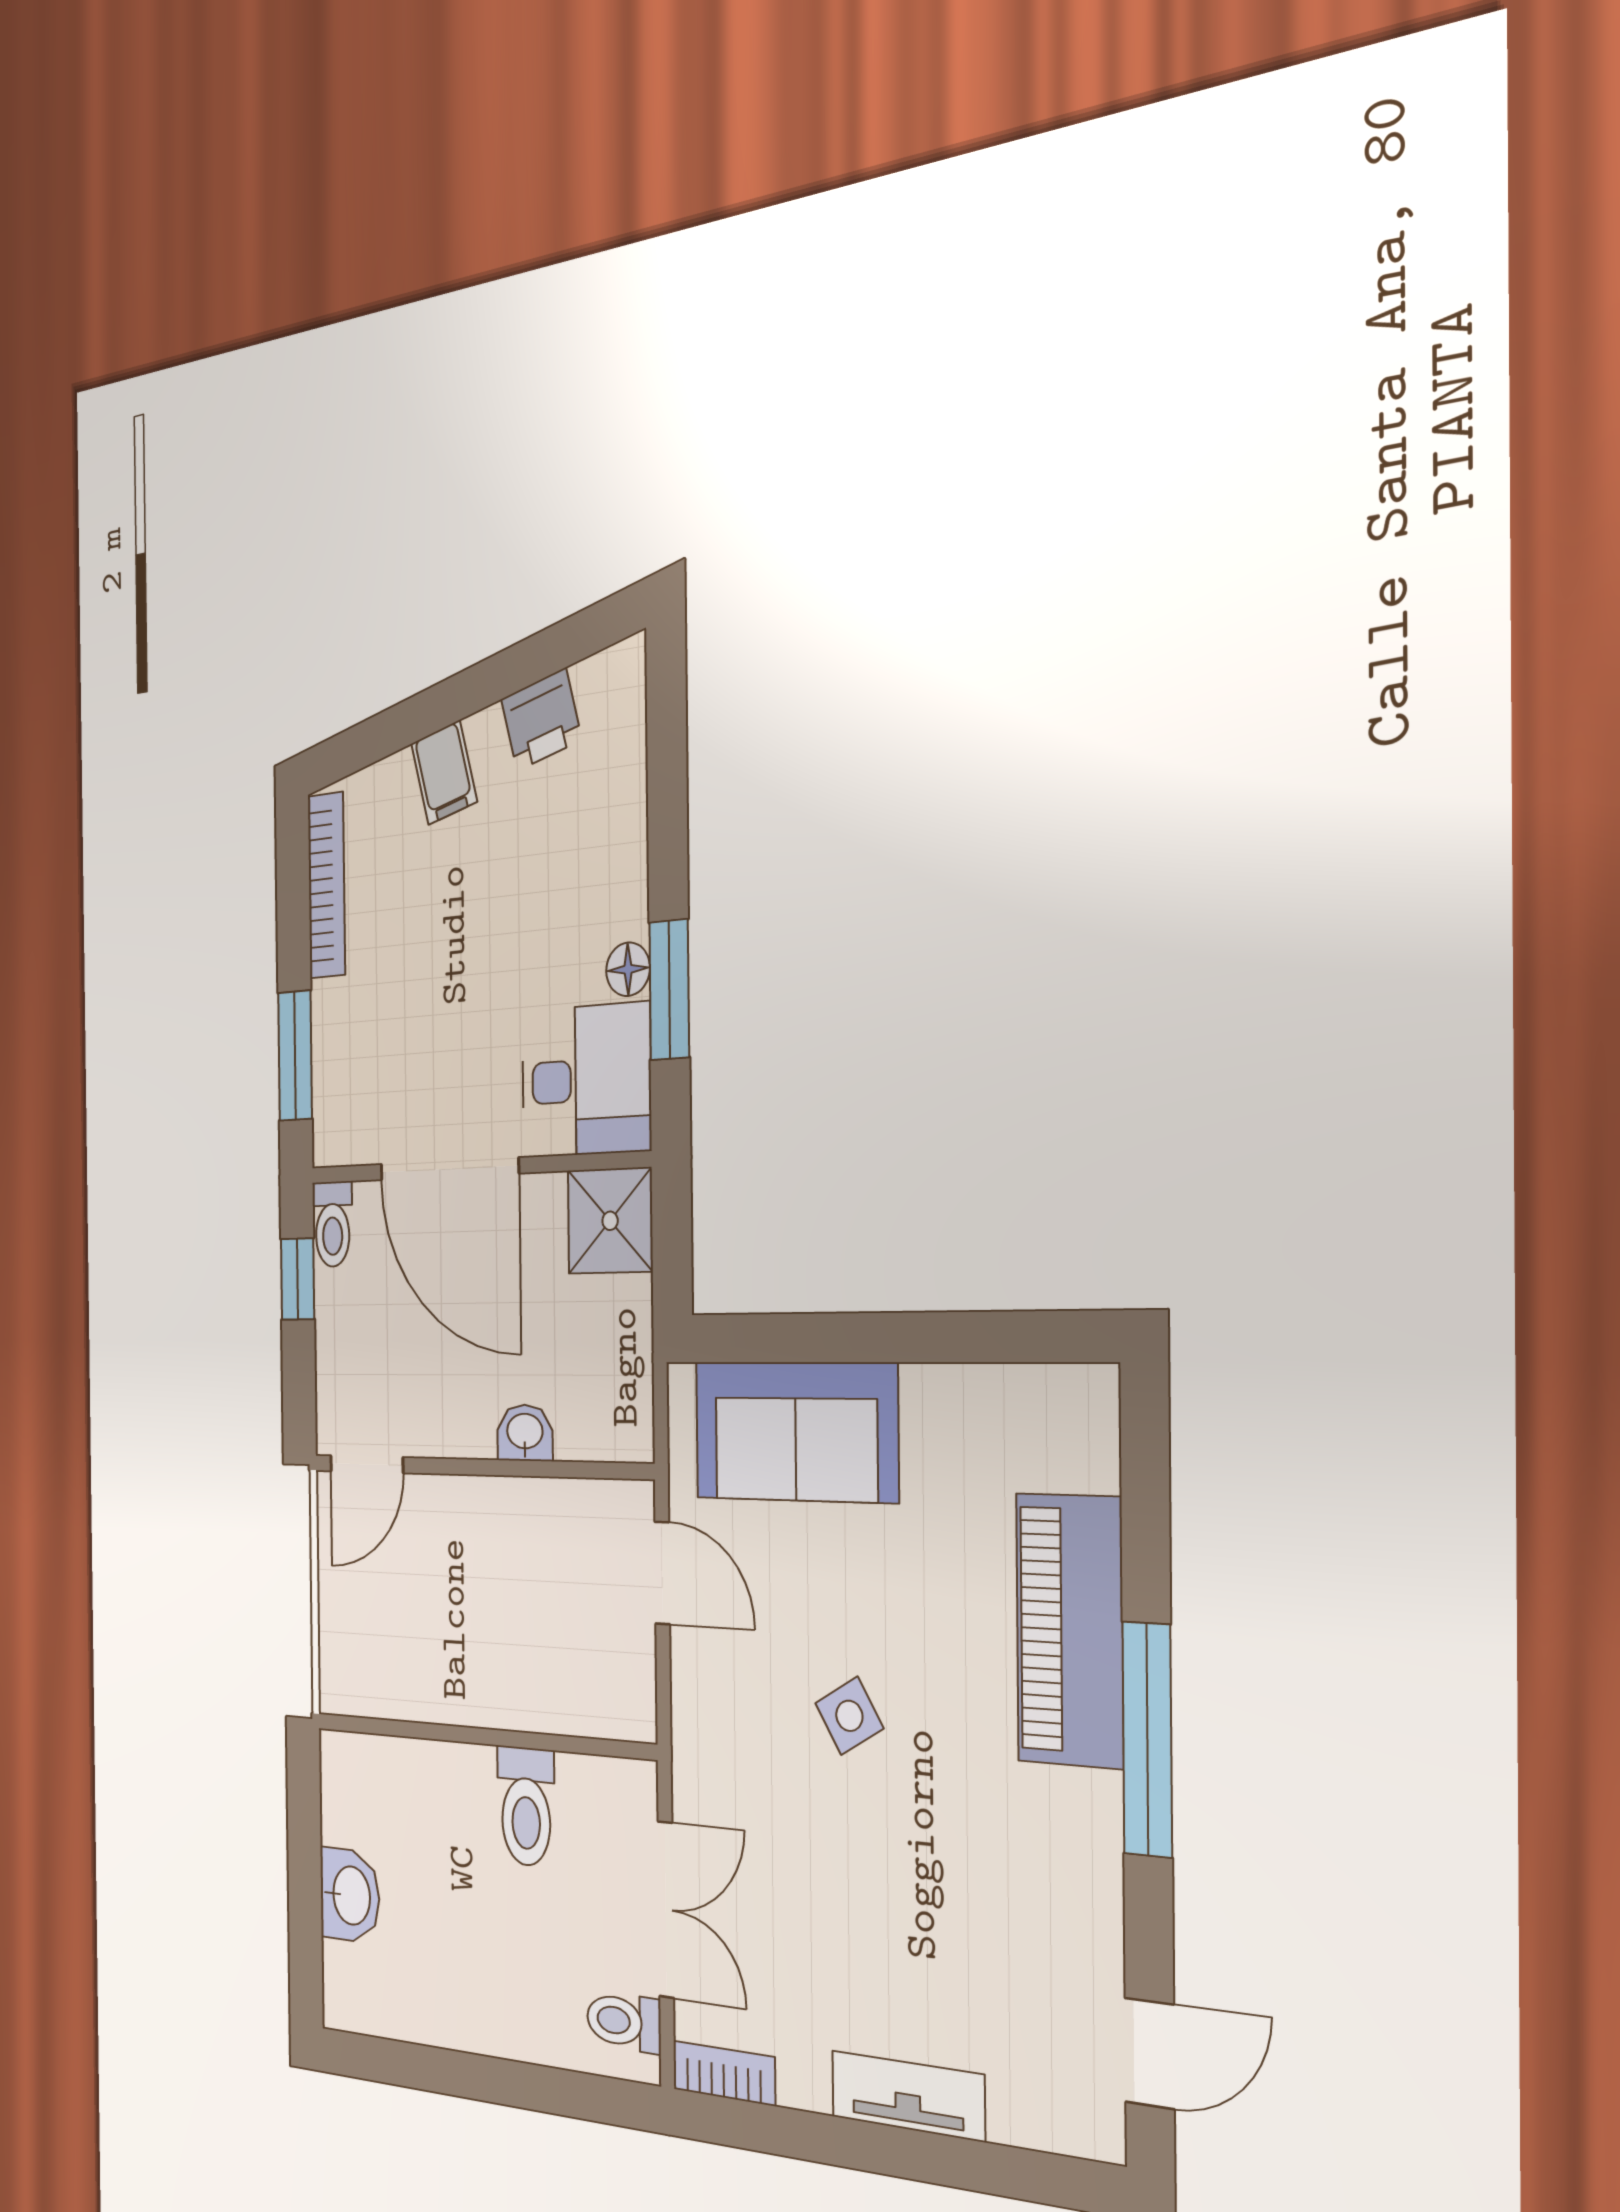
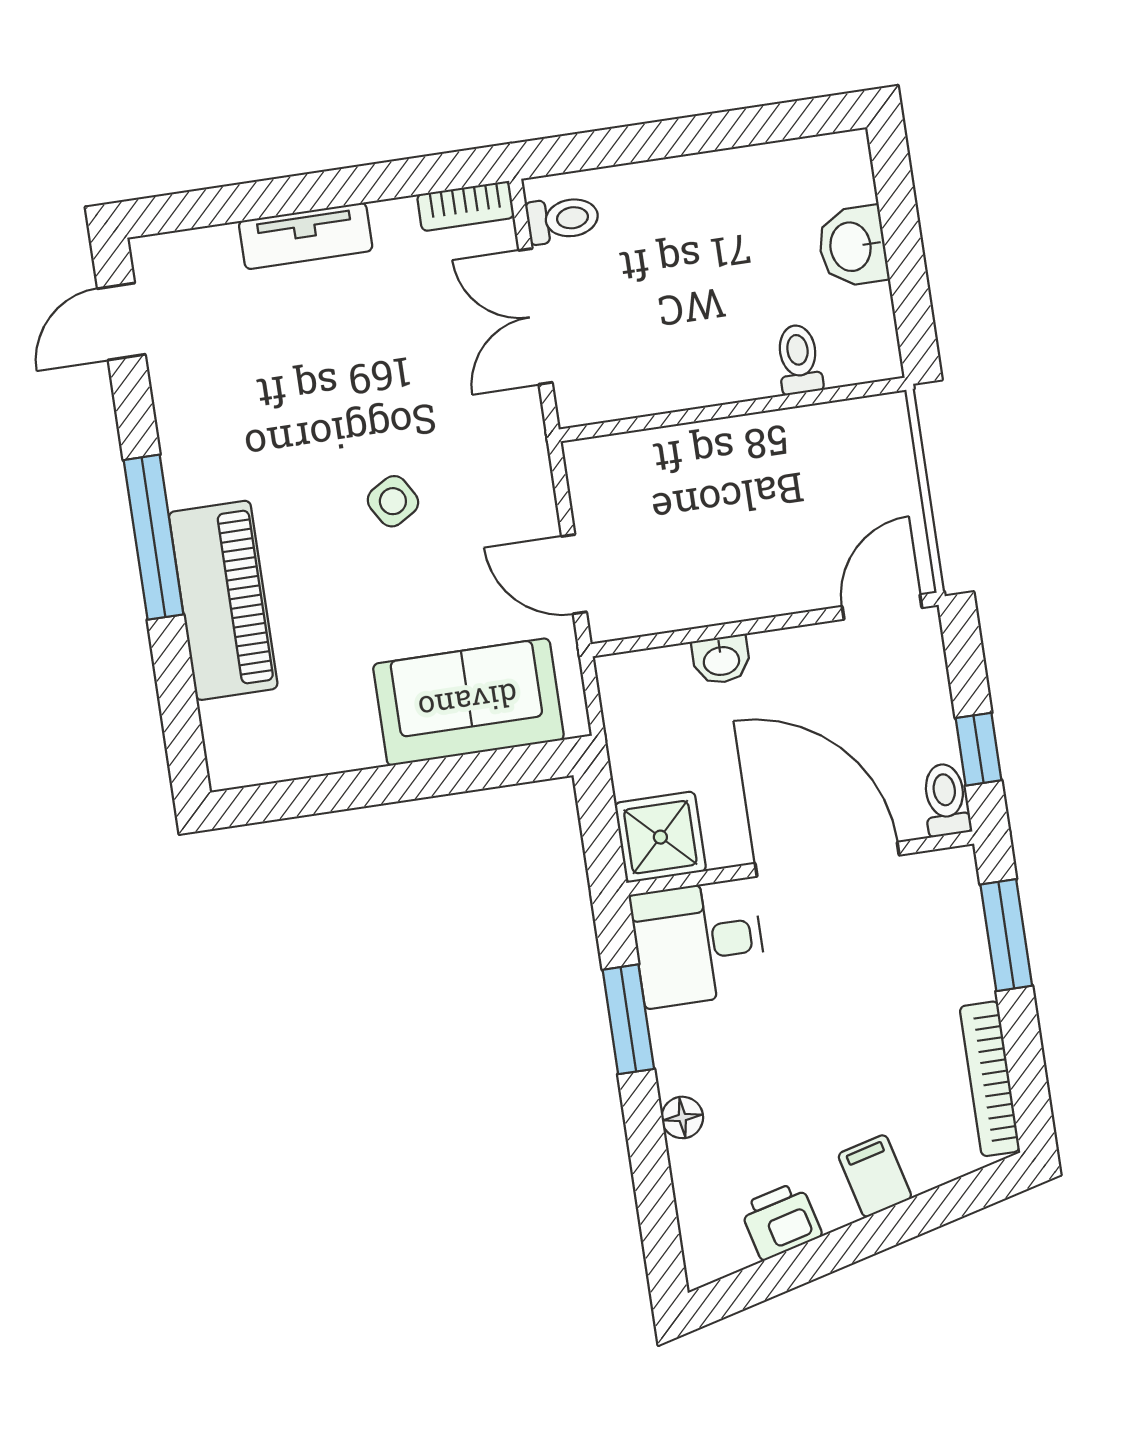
floor lamp: (628, 969) -> (682, 1117), moved
toilet: (526, 1806) -> (799, 359), moved, width x0.73, depth x0.72

